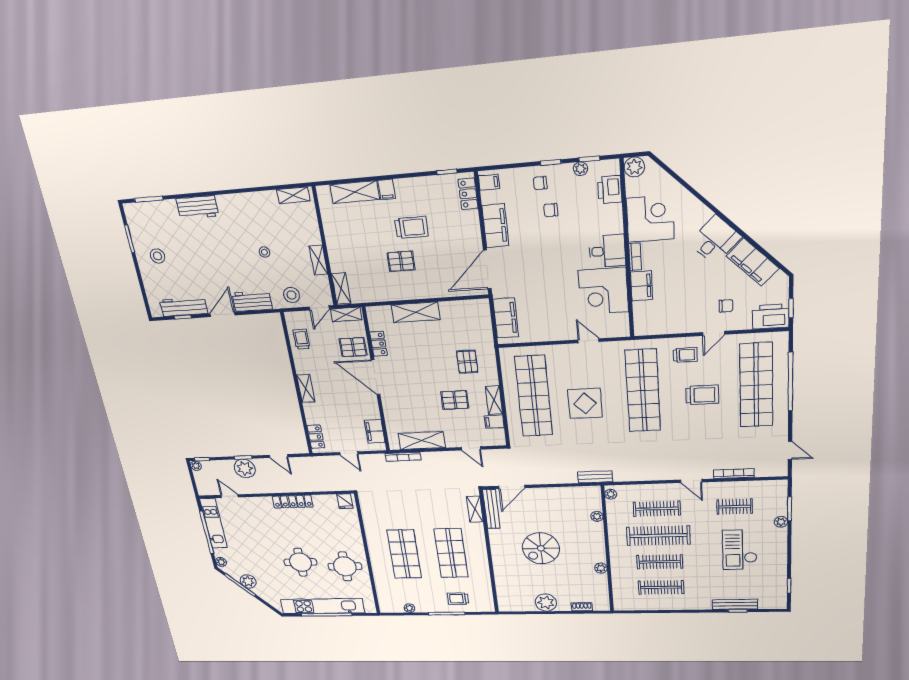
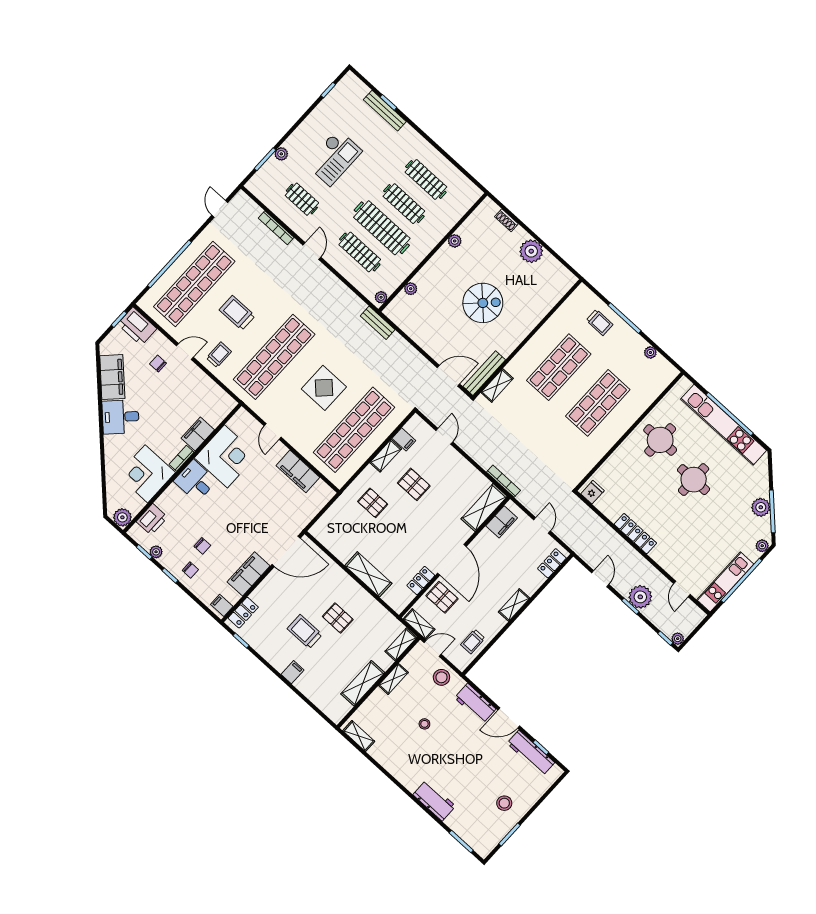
shelving: (355, 192) -> (363, 683), moved, turned 90
filing cabinet: (506, 318) -> (298, 471), moved, turned -90
trolley: (685, 355) -> (219, 355), turned 90
pallet: (467, 362) -> (373, 503), turned 90
shelving: (422, 441) -> (484, 508), moved, turned 90

